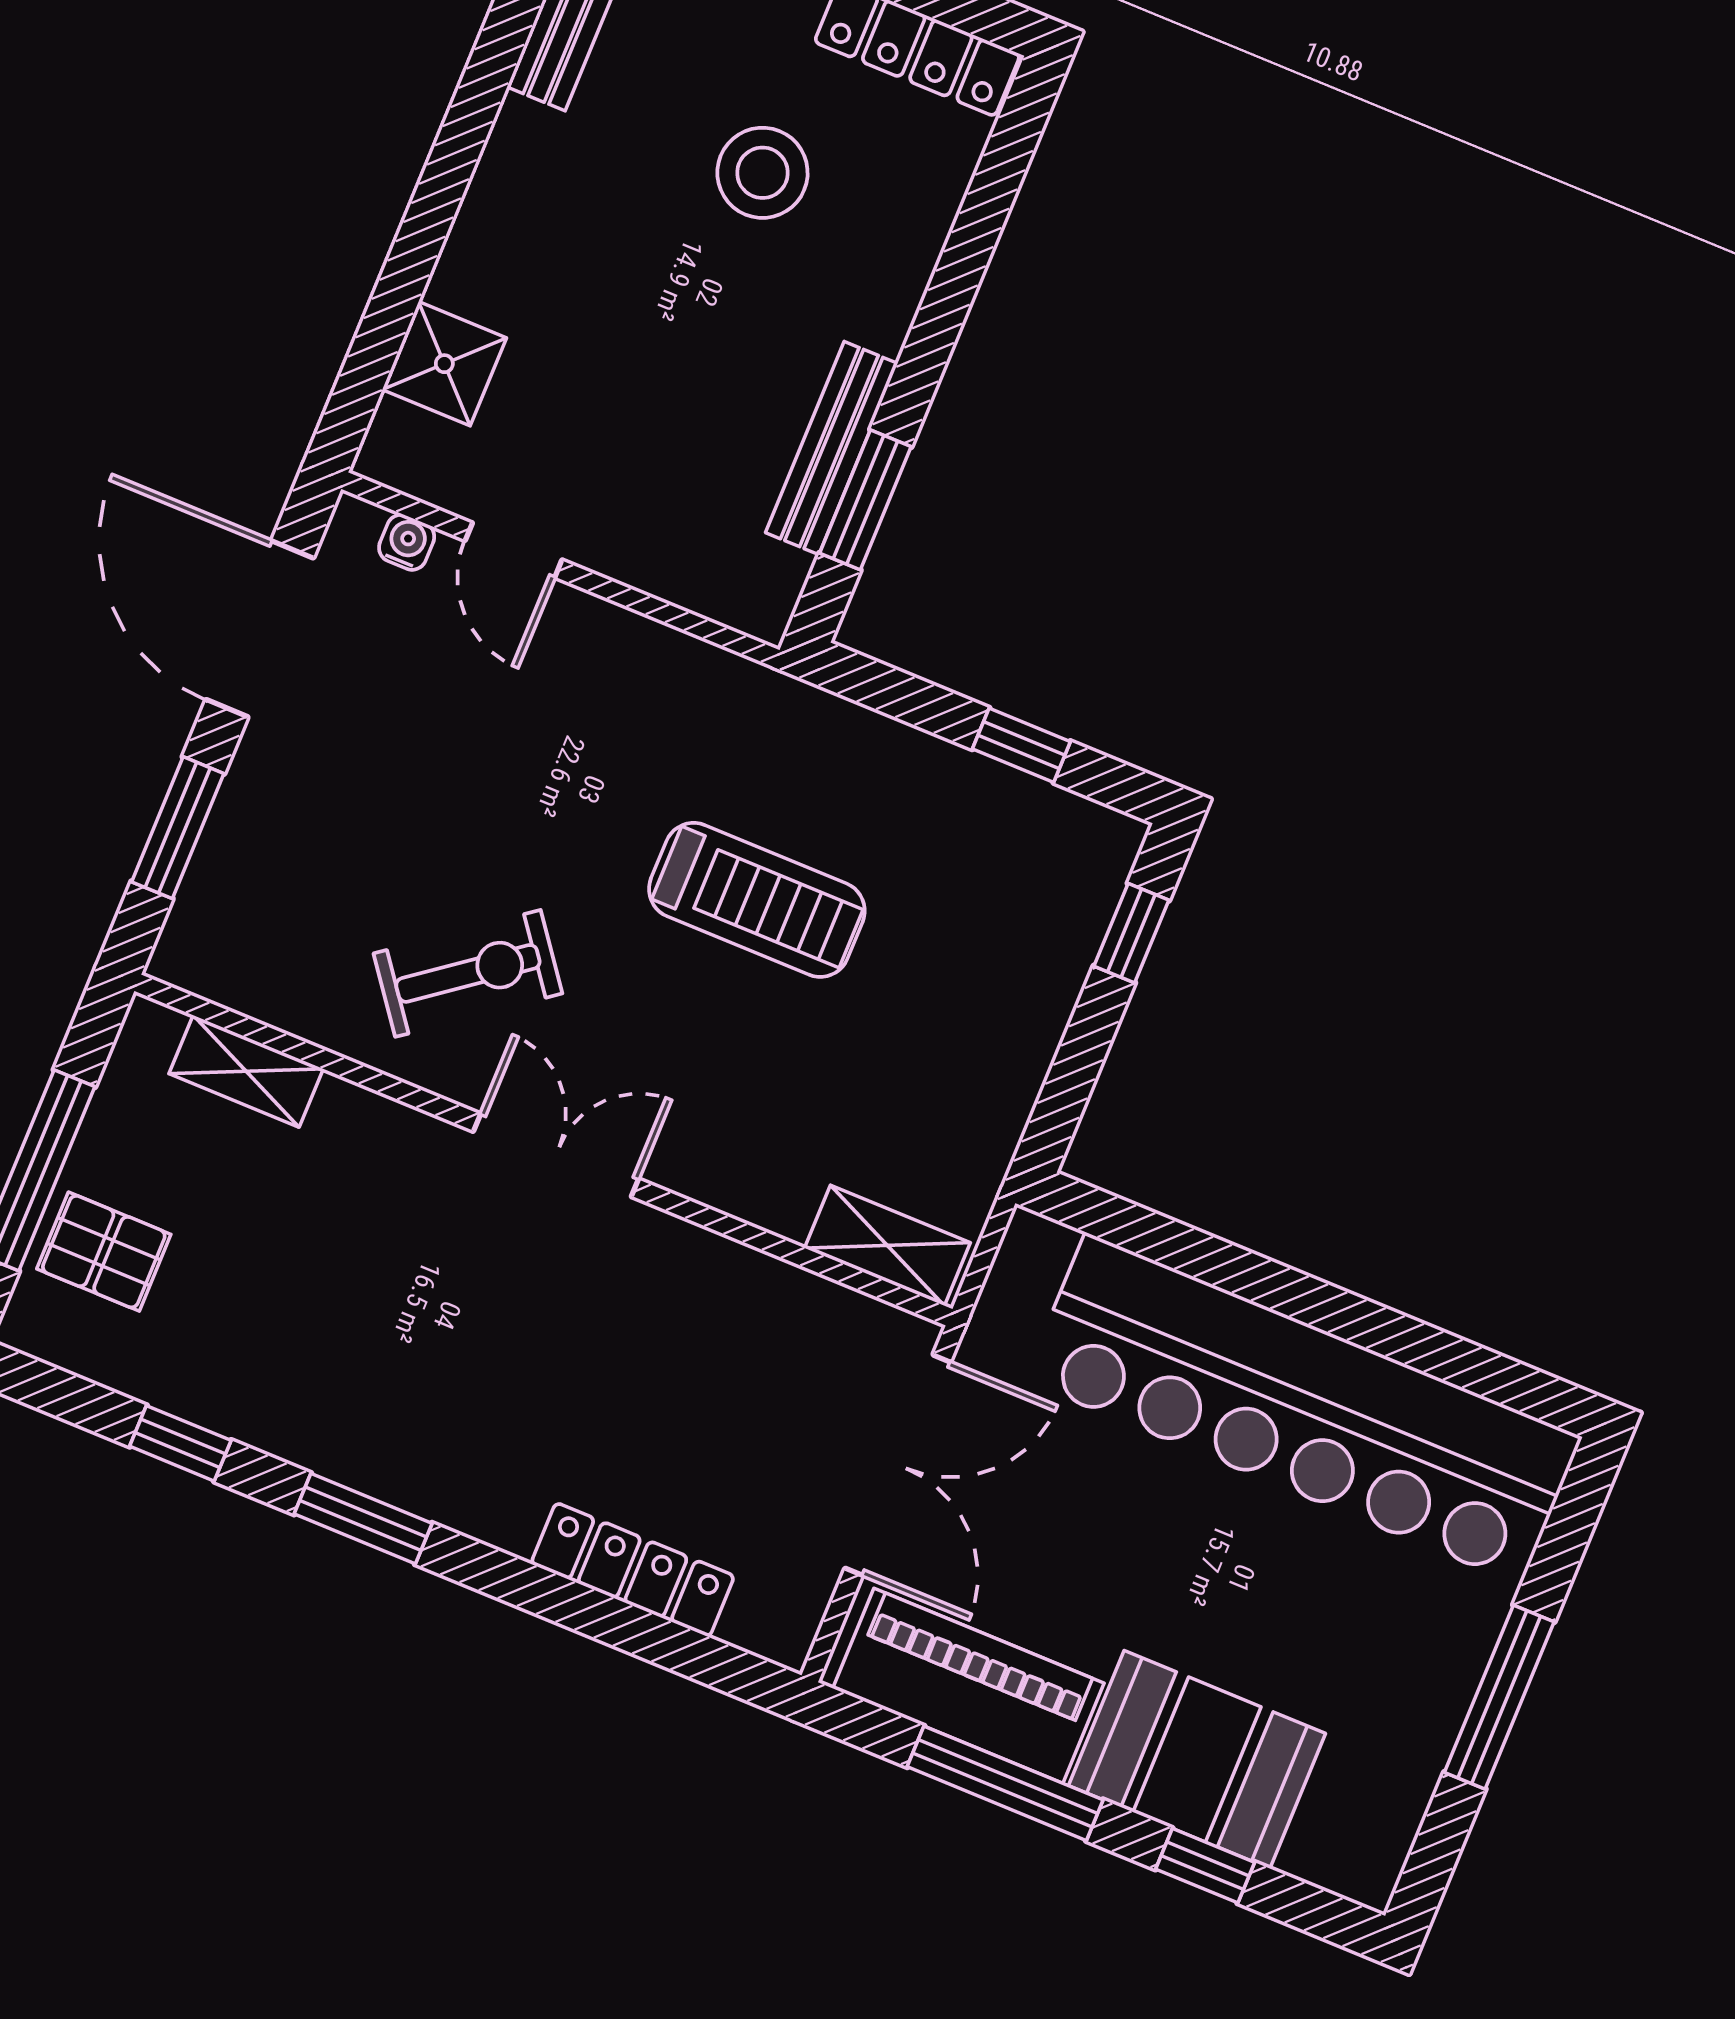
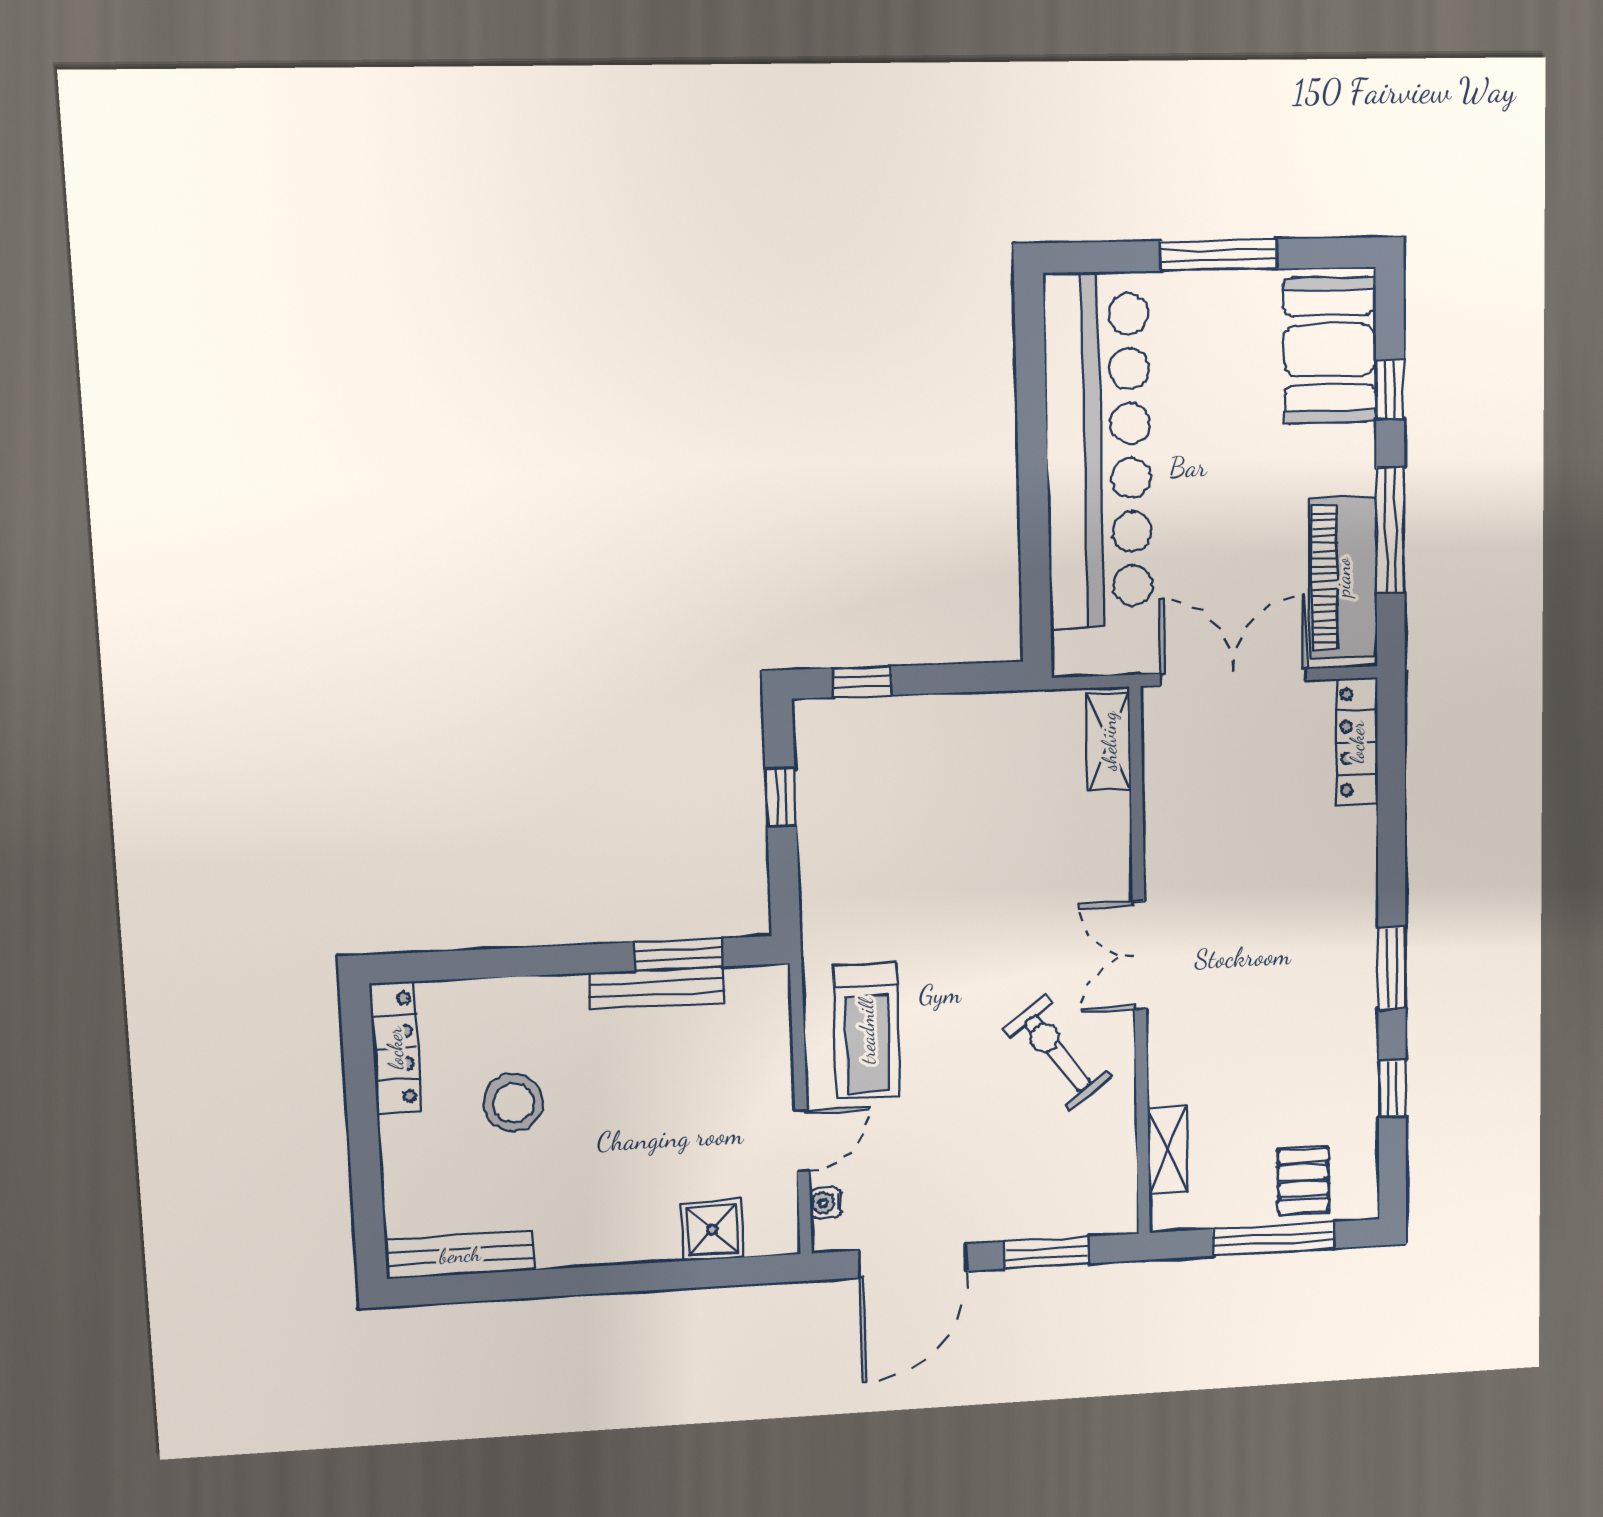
treadmill: (757, 900) -> (867, 1031), moved, turned 180
locker: (633, 1570) -> (1357, 742), moved
booth: (1197, 1759) -> (1330, 350), moved

